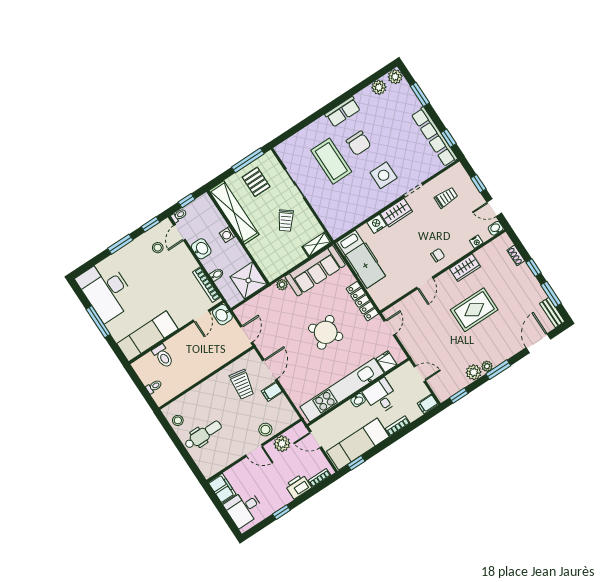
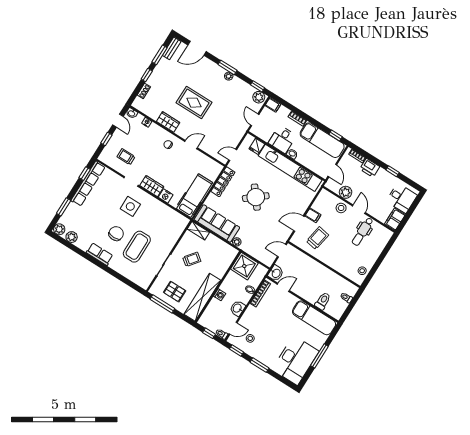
pallet: (256, 182) -> (175, 292), turned 90
plant: (474, 372) -> (259, 97), moved
dental chair: (203, 435) -> (363, 232), moved, turned -90

